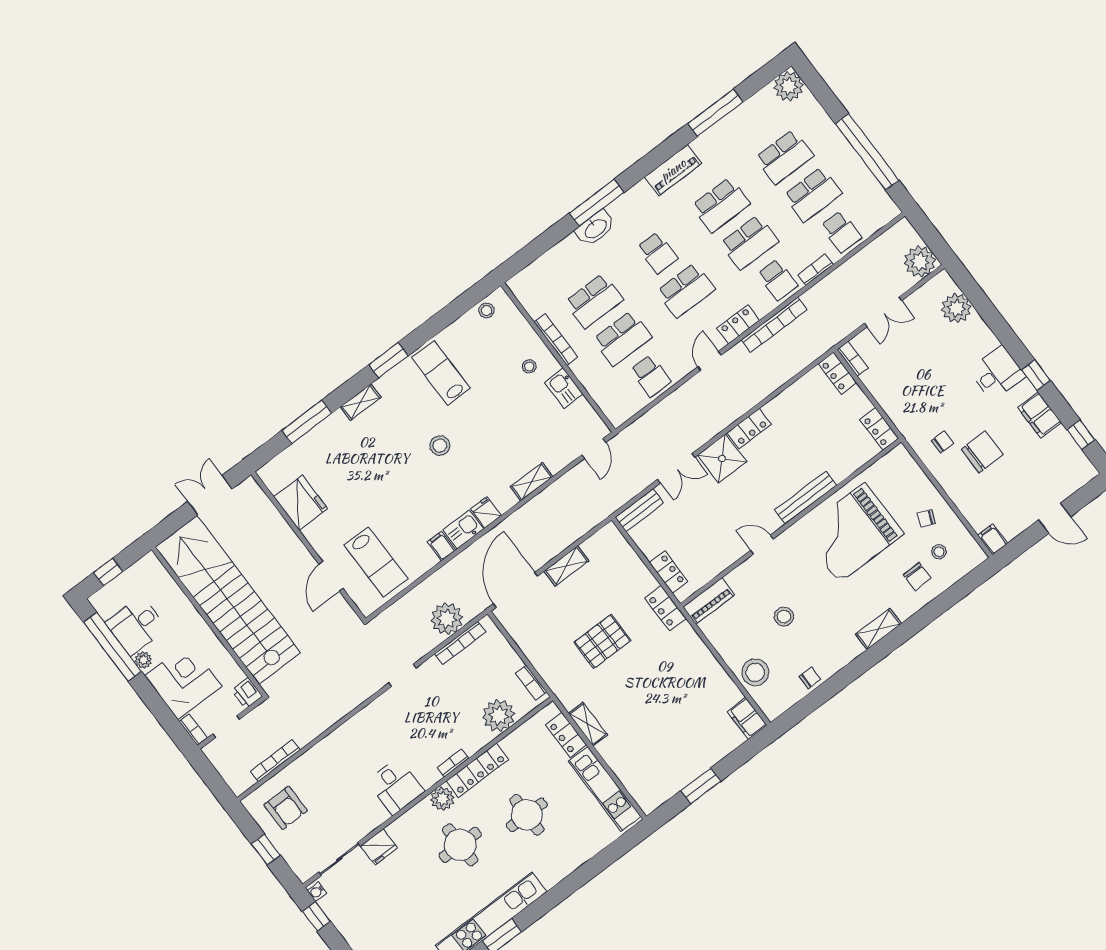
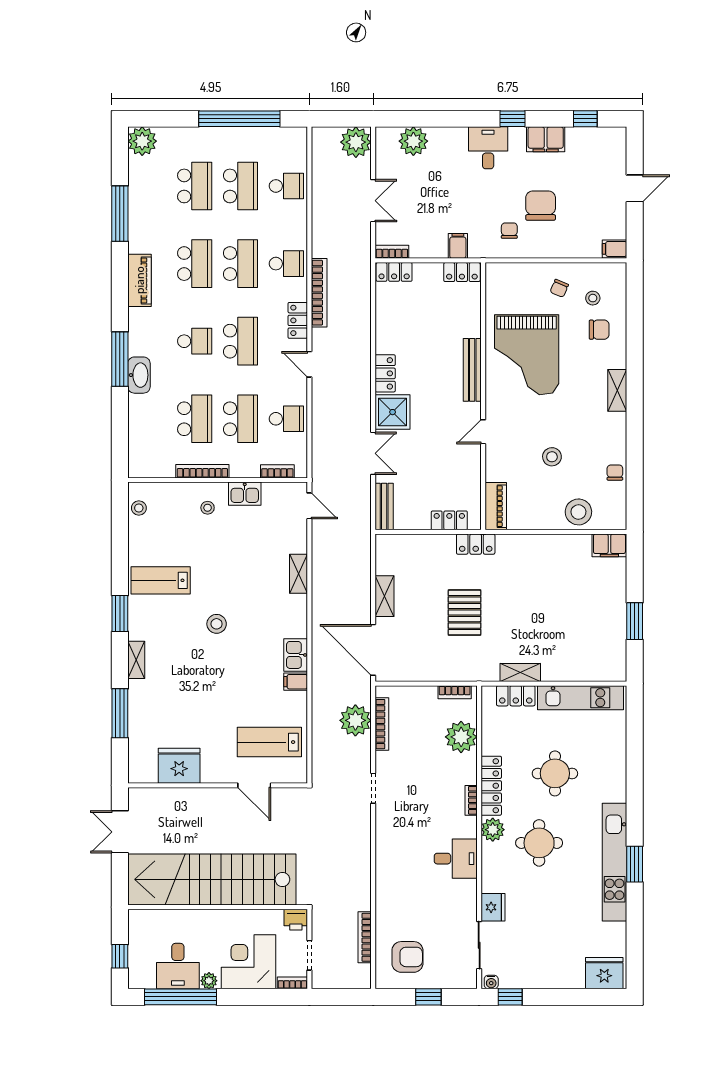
bookcase: (816, 270) -> (277, 471), moved, turned 90
filing cabinet: (898, 409) -> (458, 246), added
fridge: (486, 512) -> (296, 627), removed
lab bench: (376, 562) -> (269, 742), turned 180

